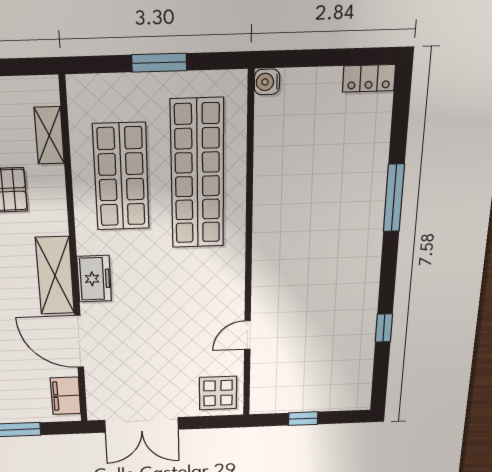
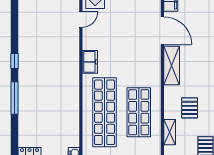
freezer: (94, 279) -> (90, 62), moved, turned 180
window: (384, 328) -> (15, 61), moved
door: (247, 335) -> (81, 19), moved

